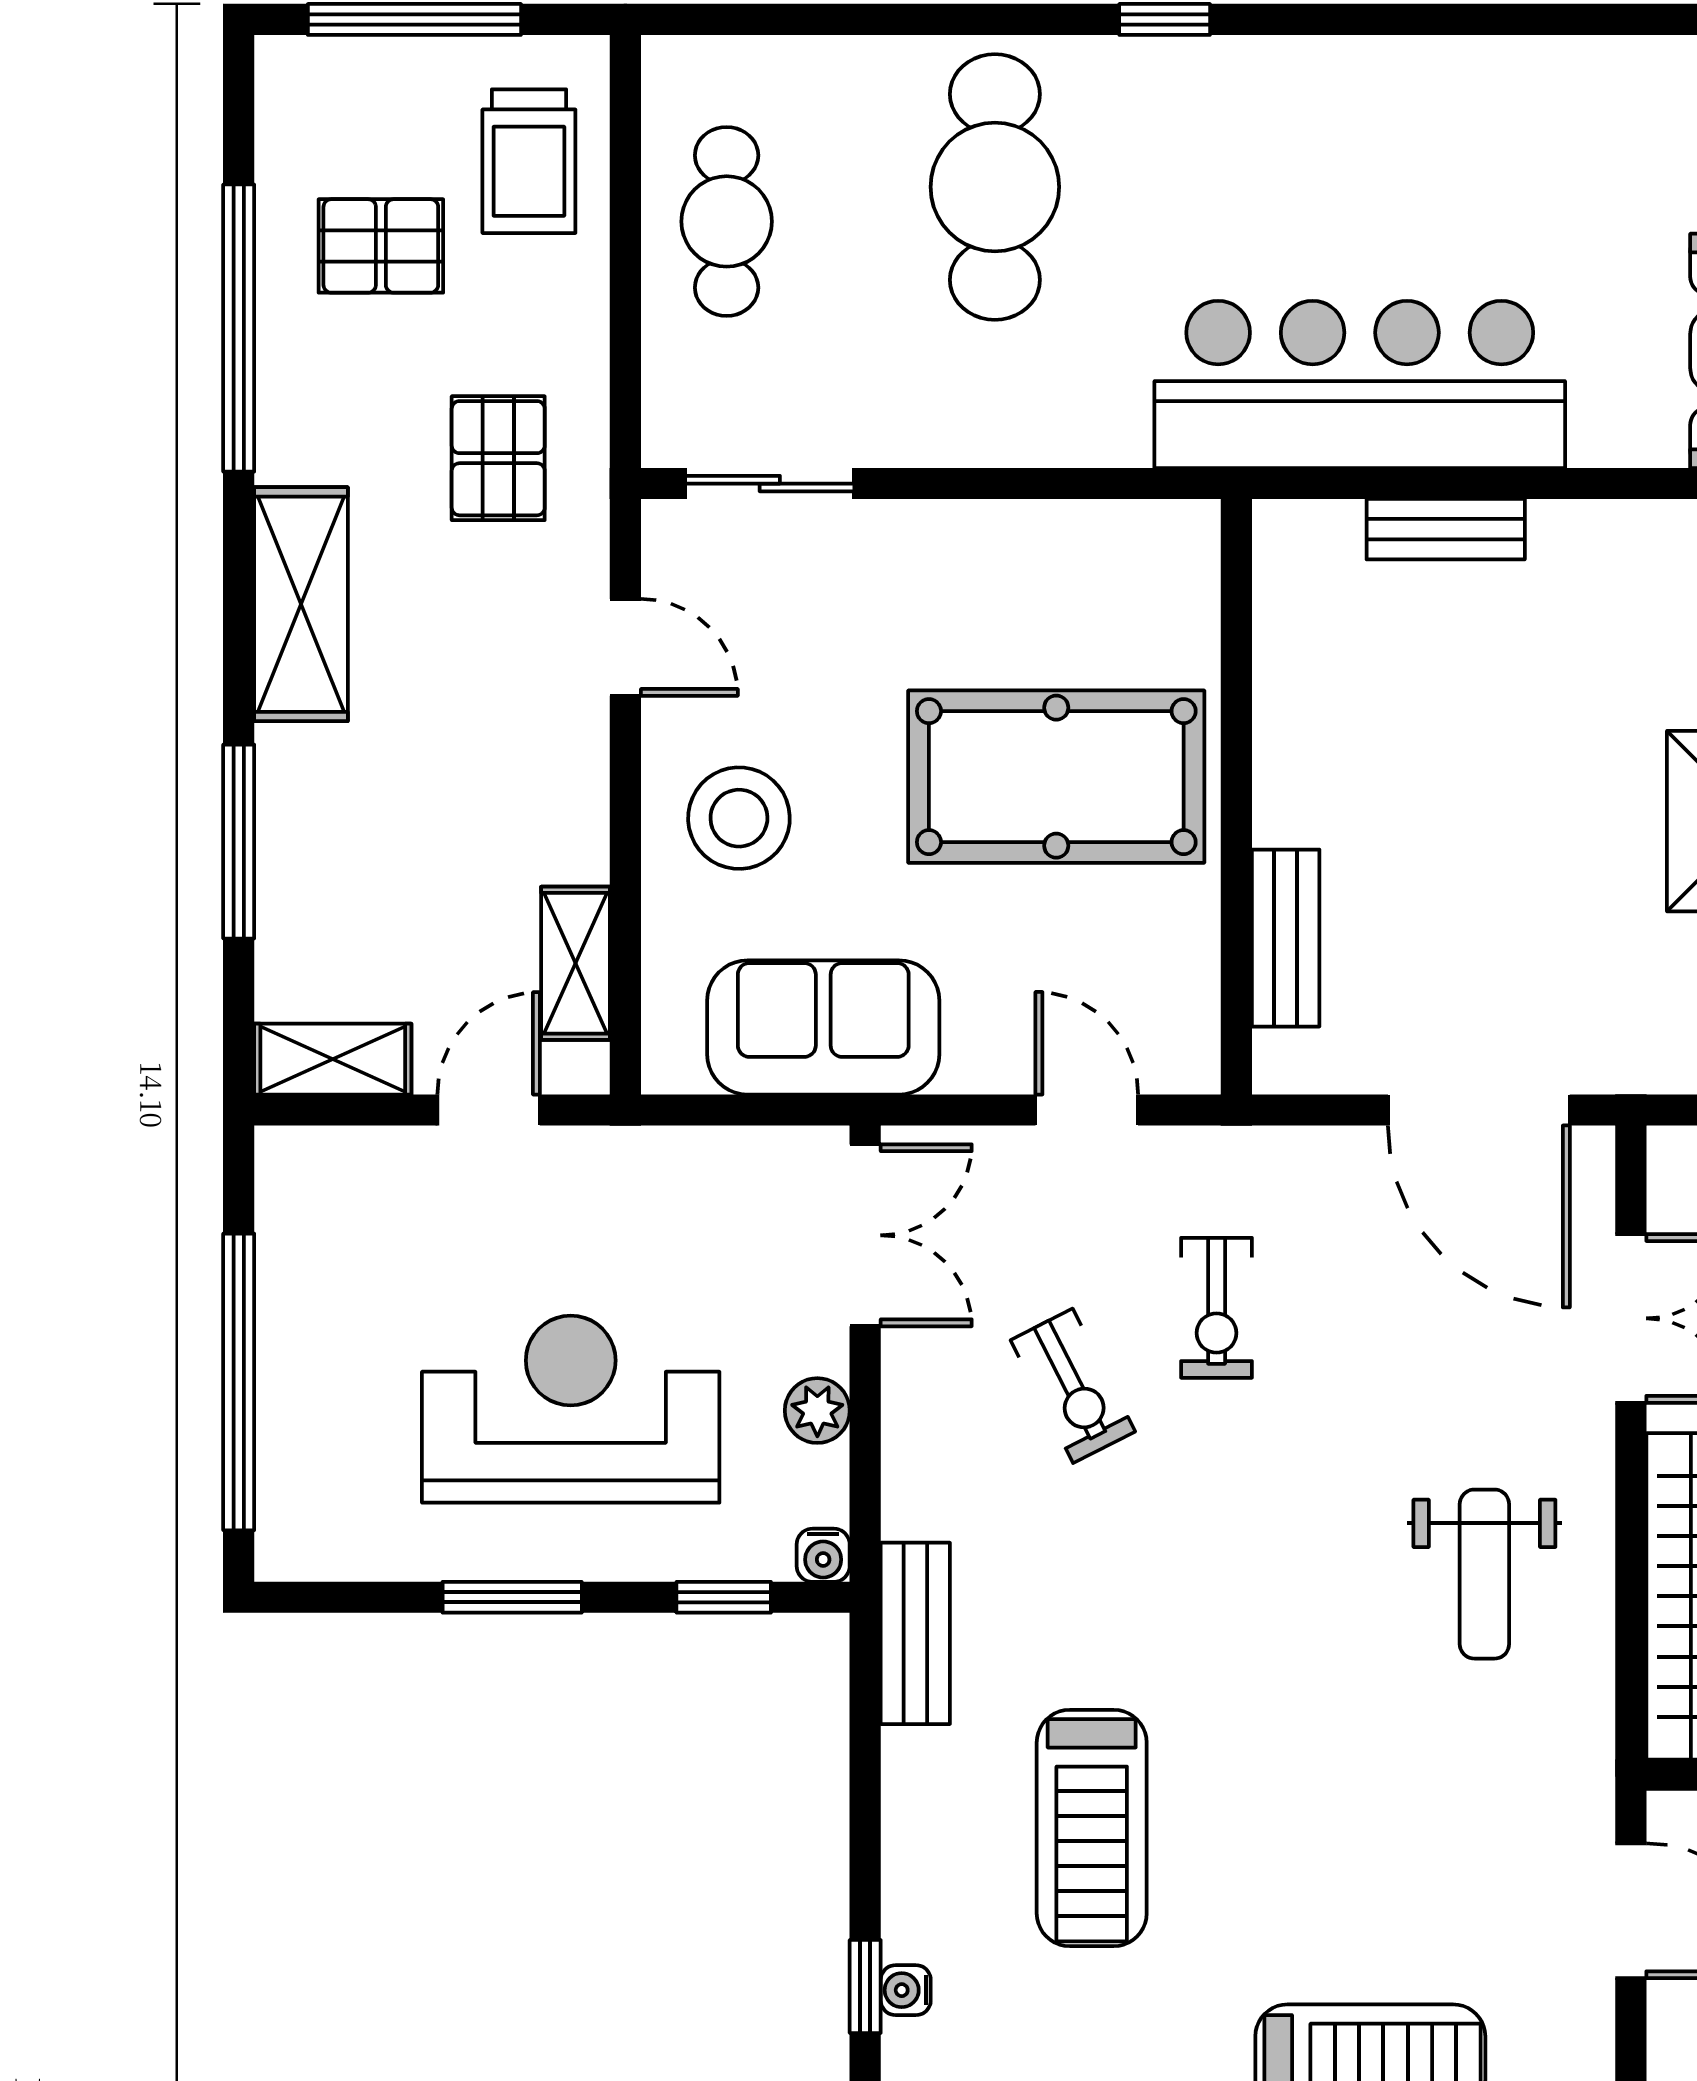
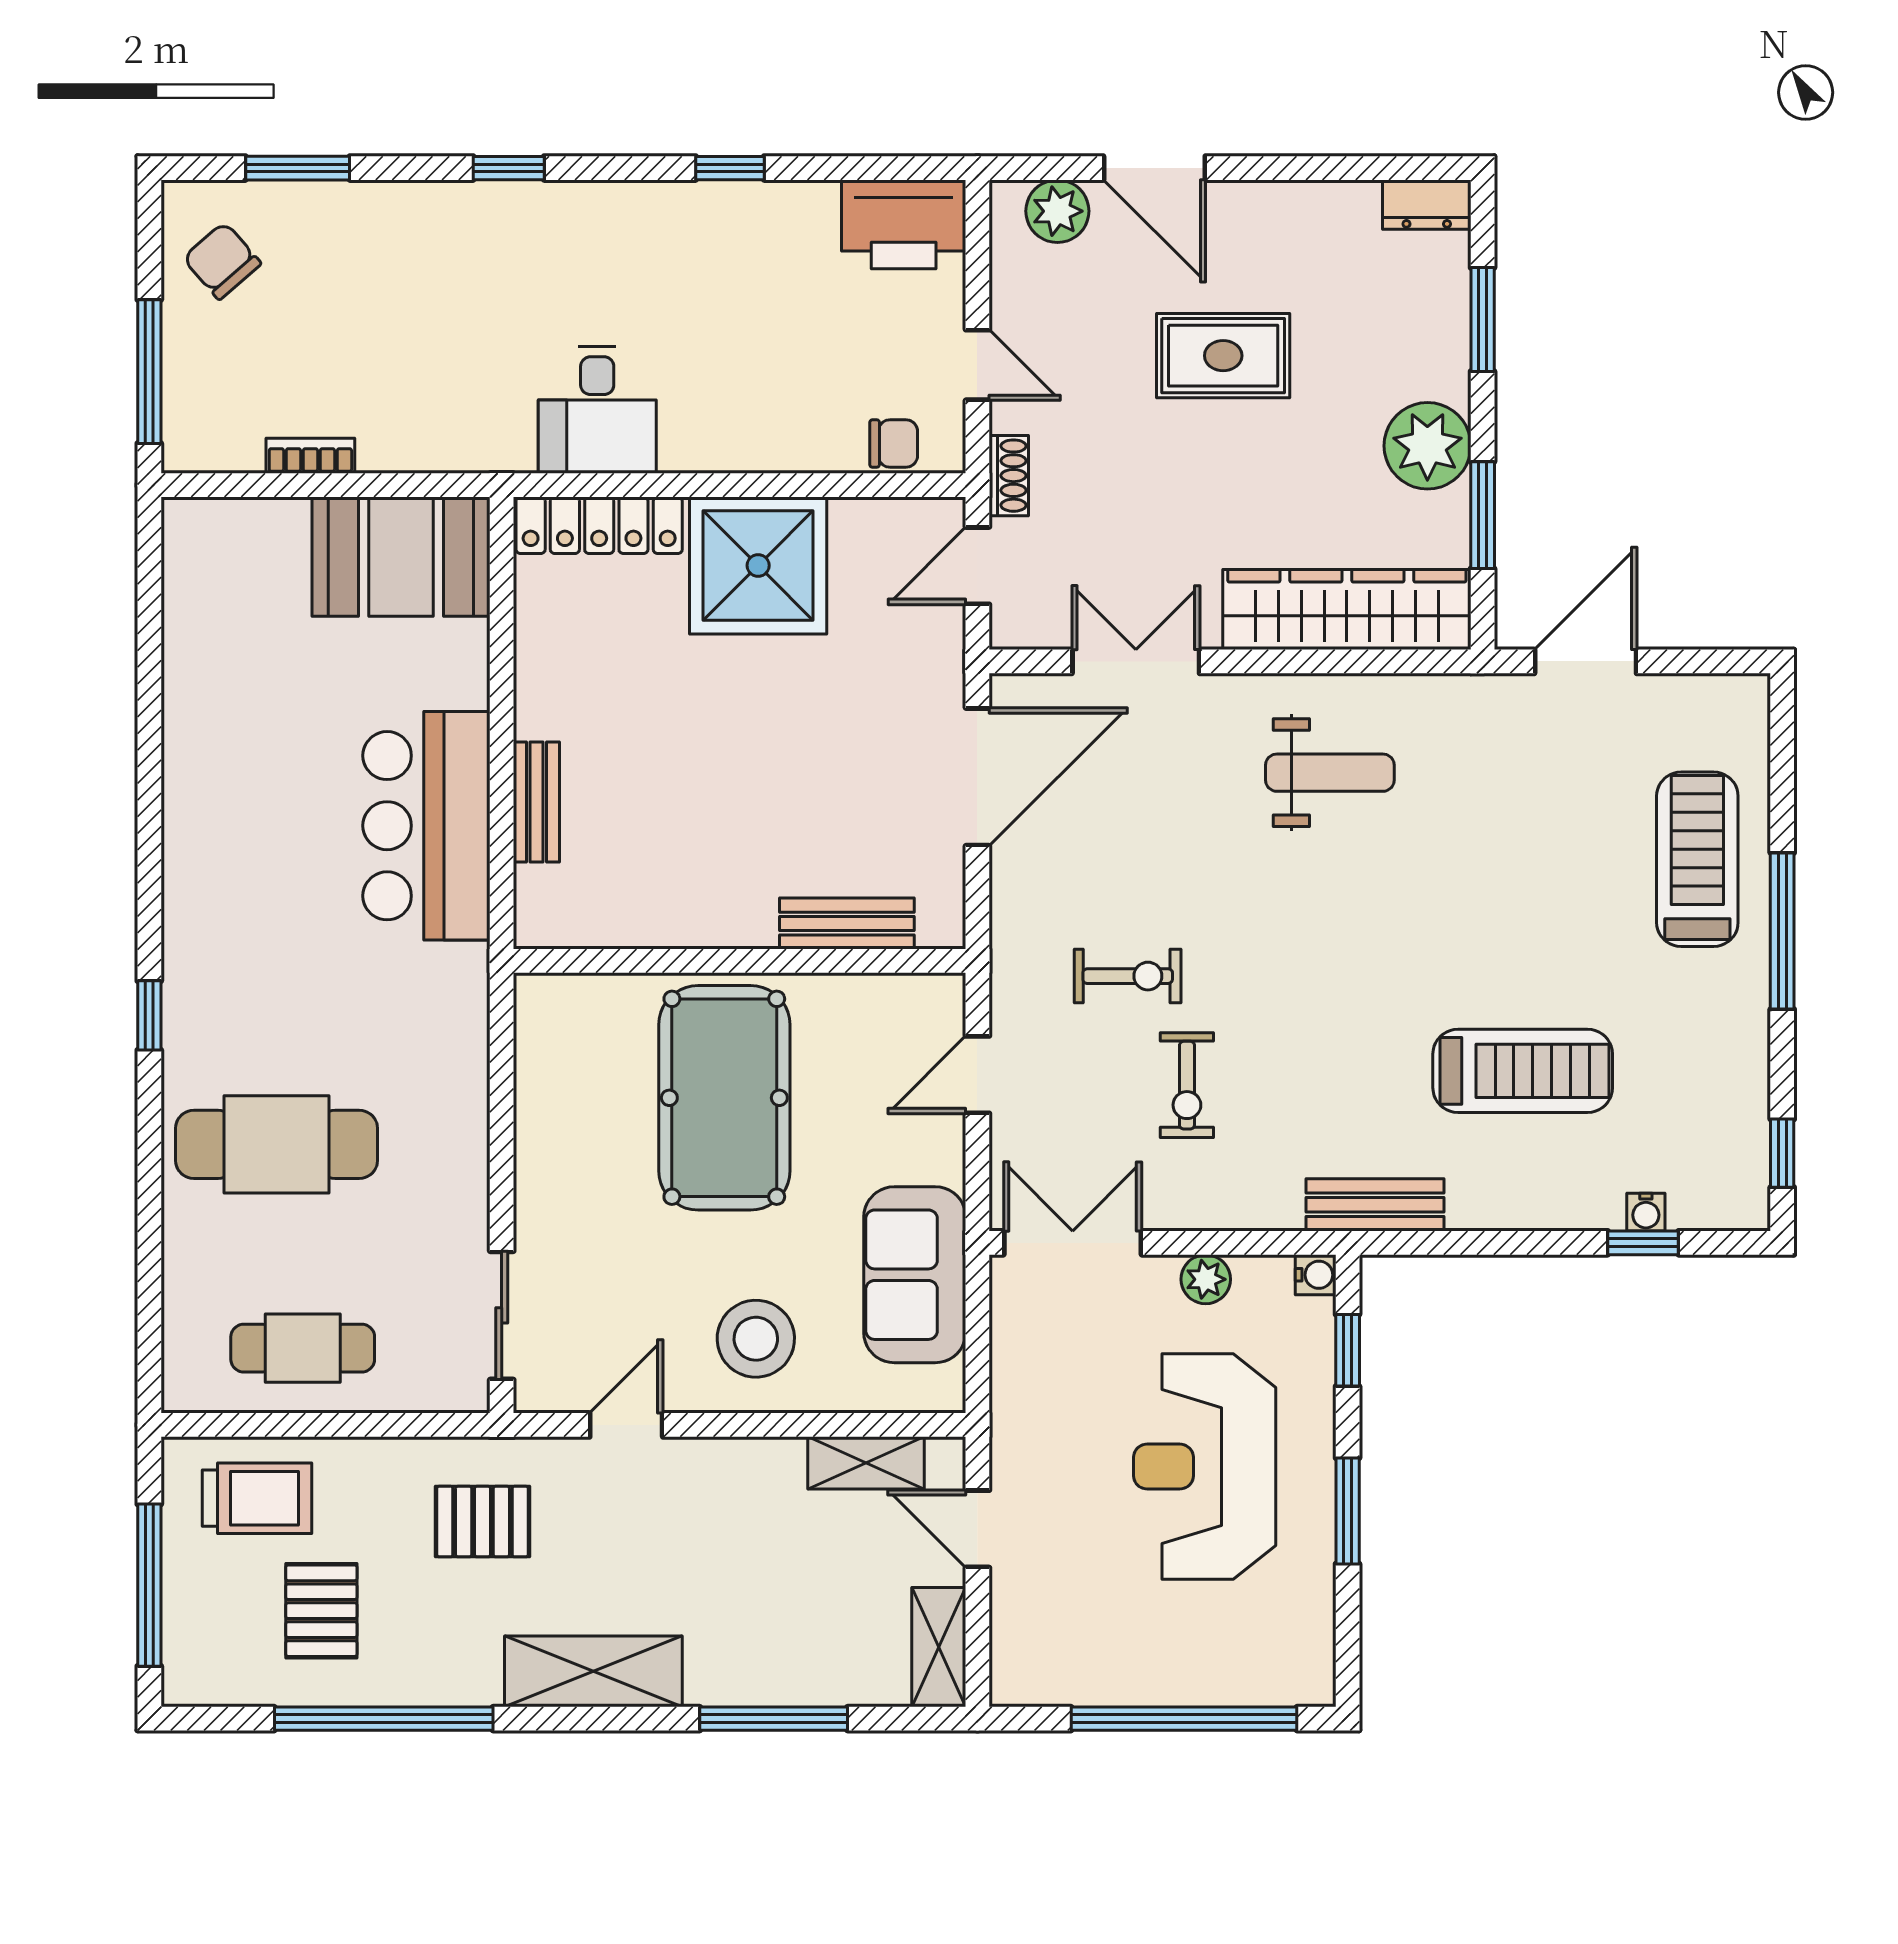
bar counter: (1360, 384) -> (426, 826), width x0.73
exercise bike: (1073, 1386) -> (1187, 1085), turned 117

